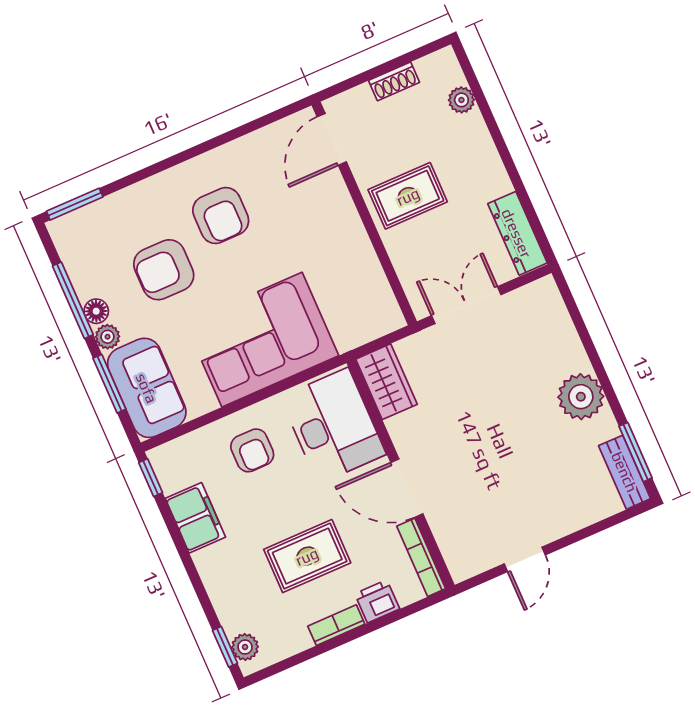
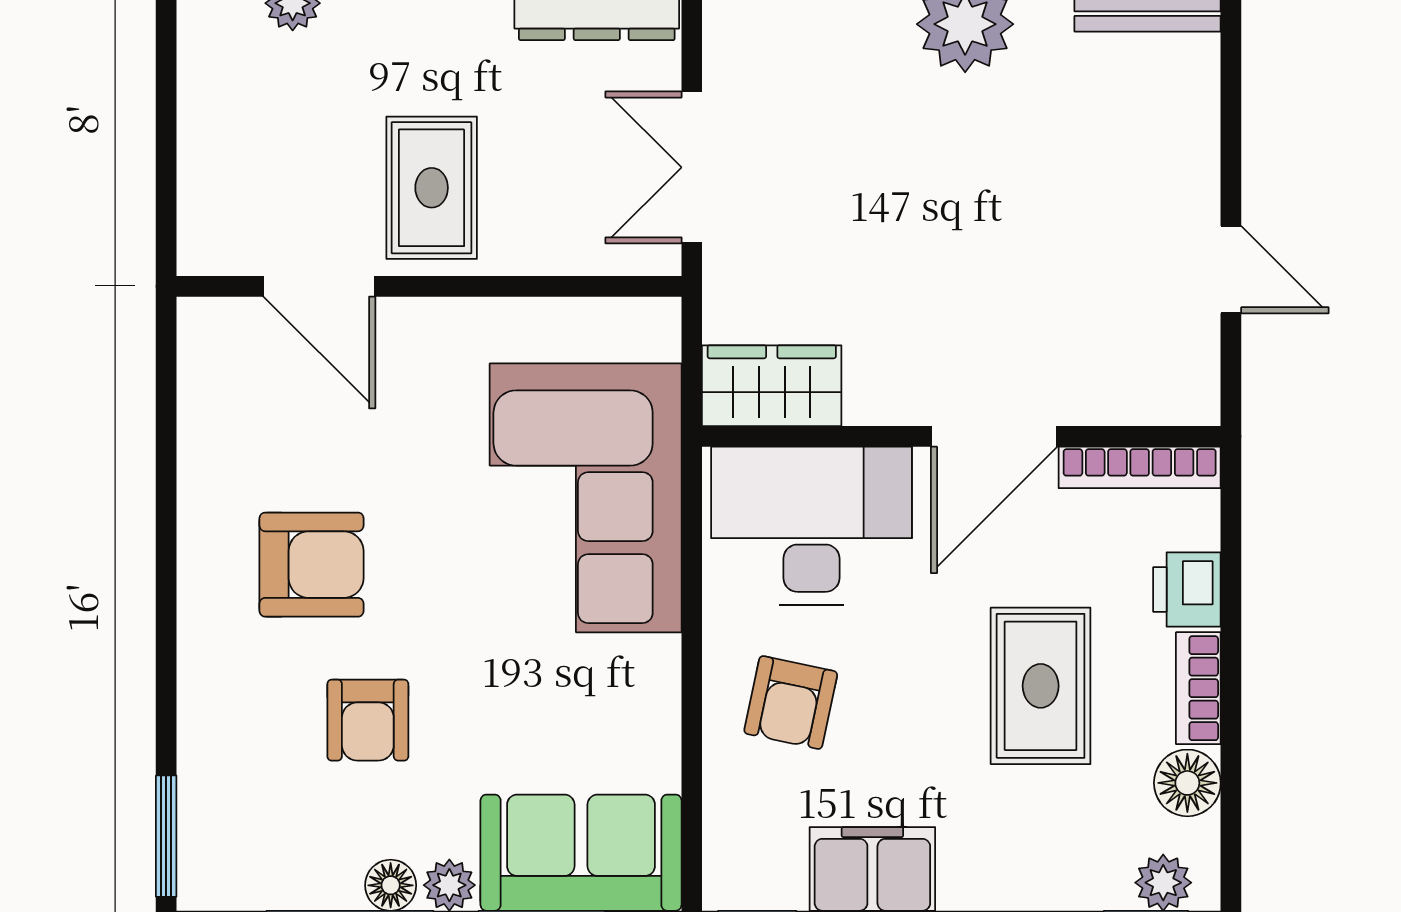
shoe rack: (394, 81) -> (200, 117), removed
door: (332, 139) -> (319, 286), moved
armchair: (164, 270) -> (368, 720), width x0.72, depth x0.72
corner sofa: (262, 340) -> (586, 498), moved
armchair: (252, 450) -> (791, 703), turned 102
floor lamp: (293, 638) -> (1187, 783), added

